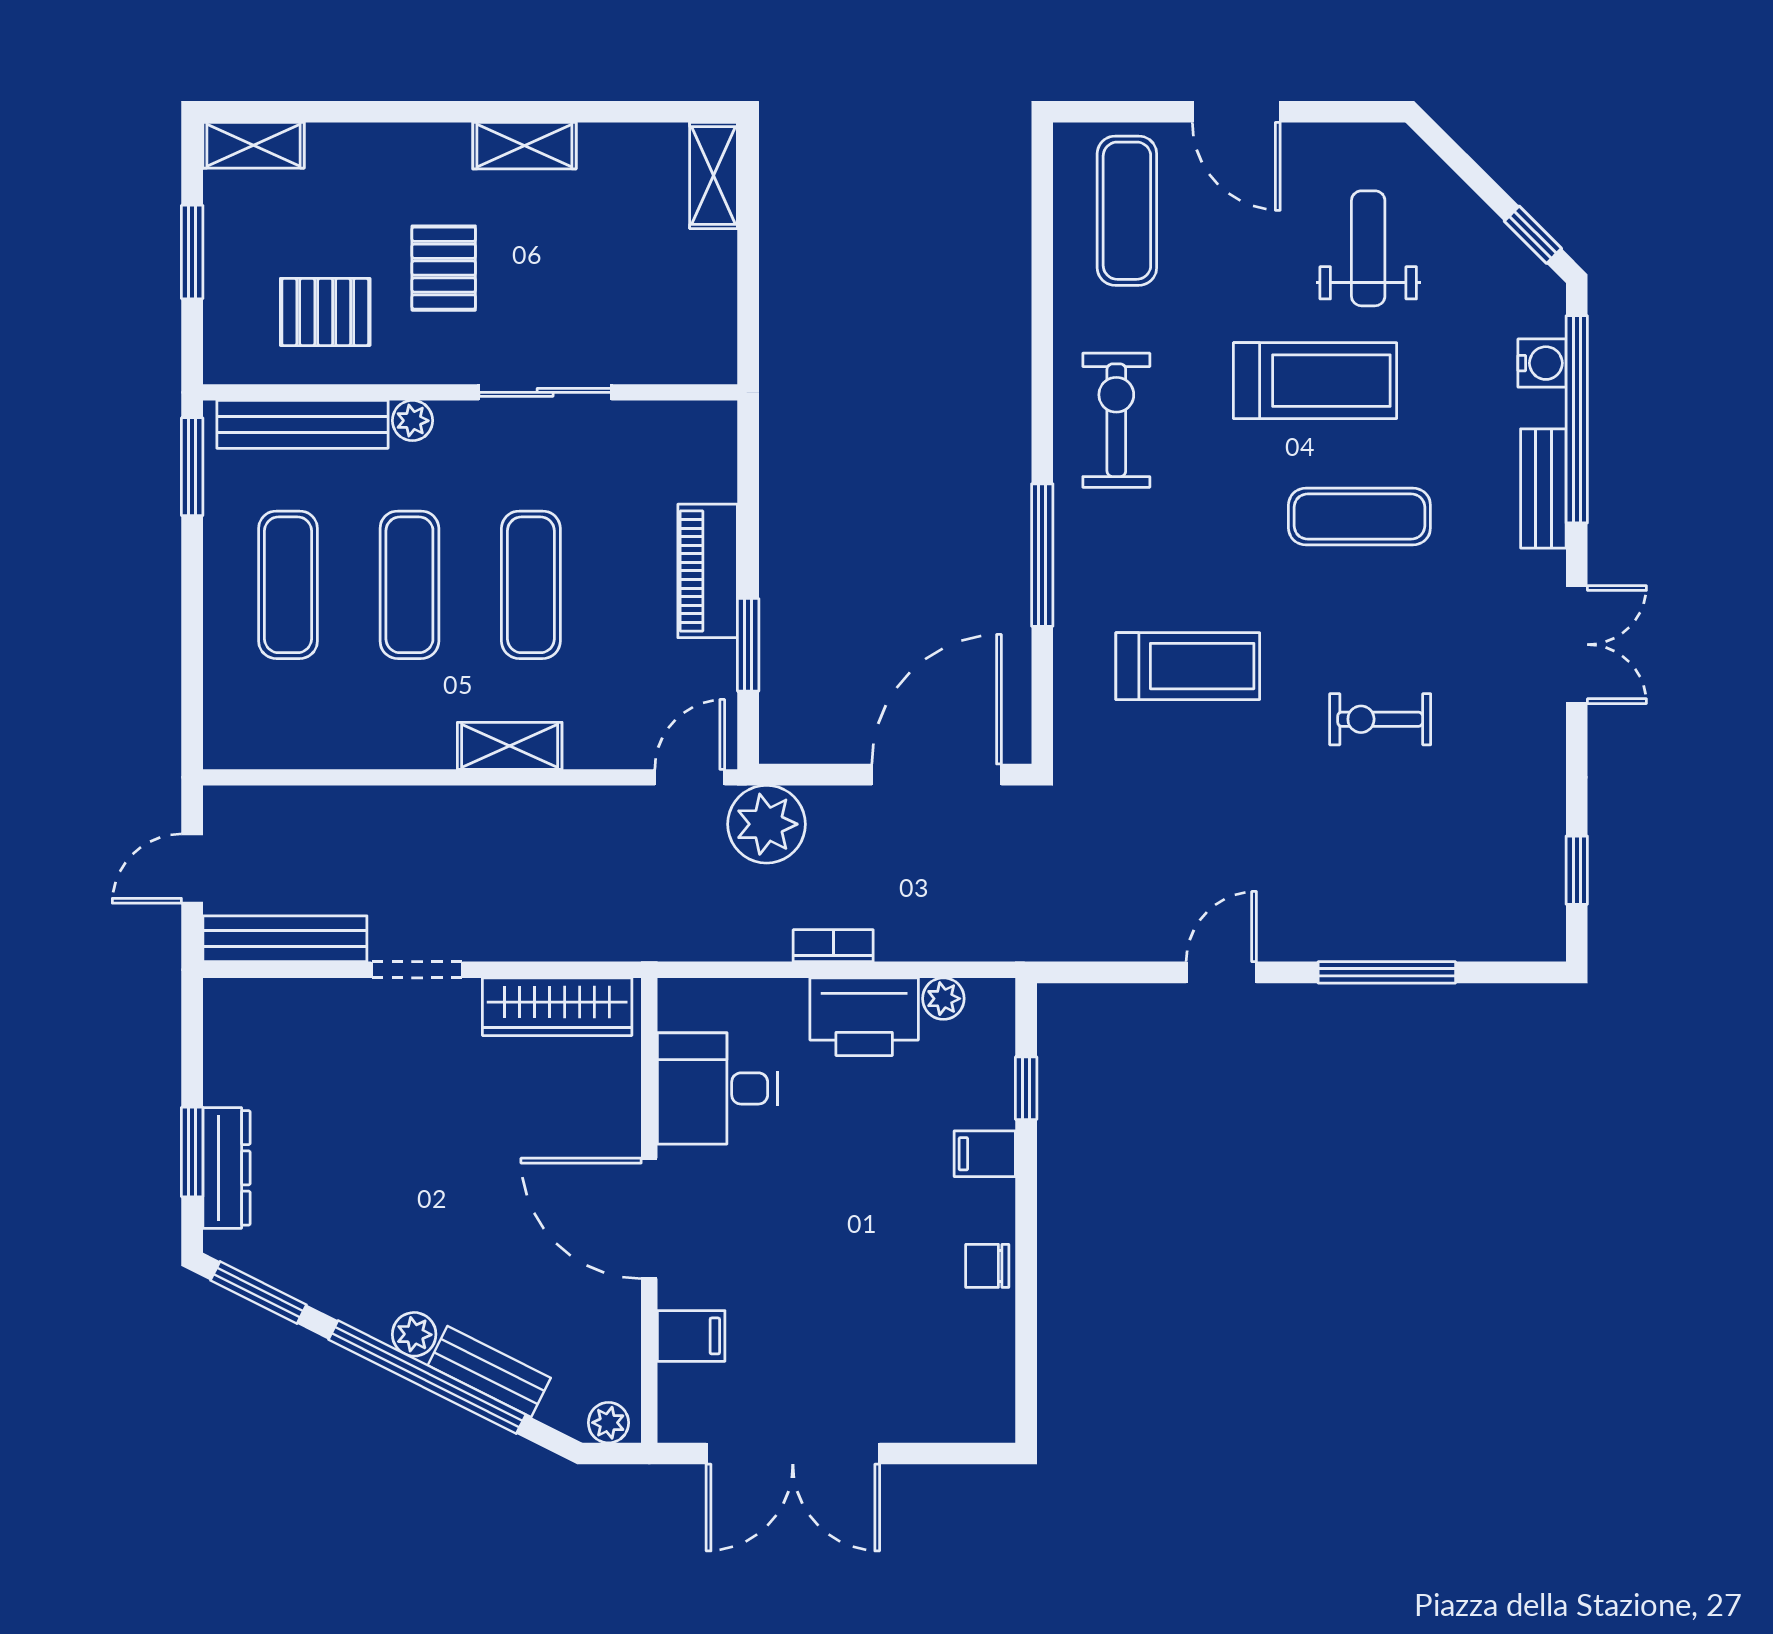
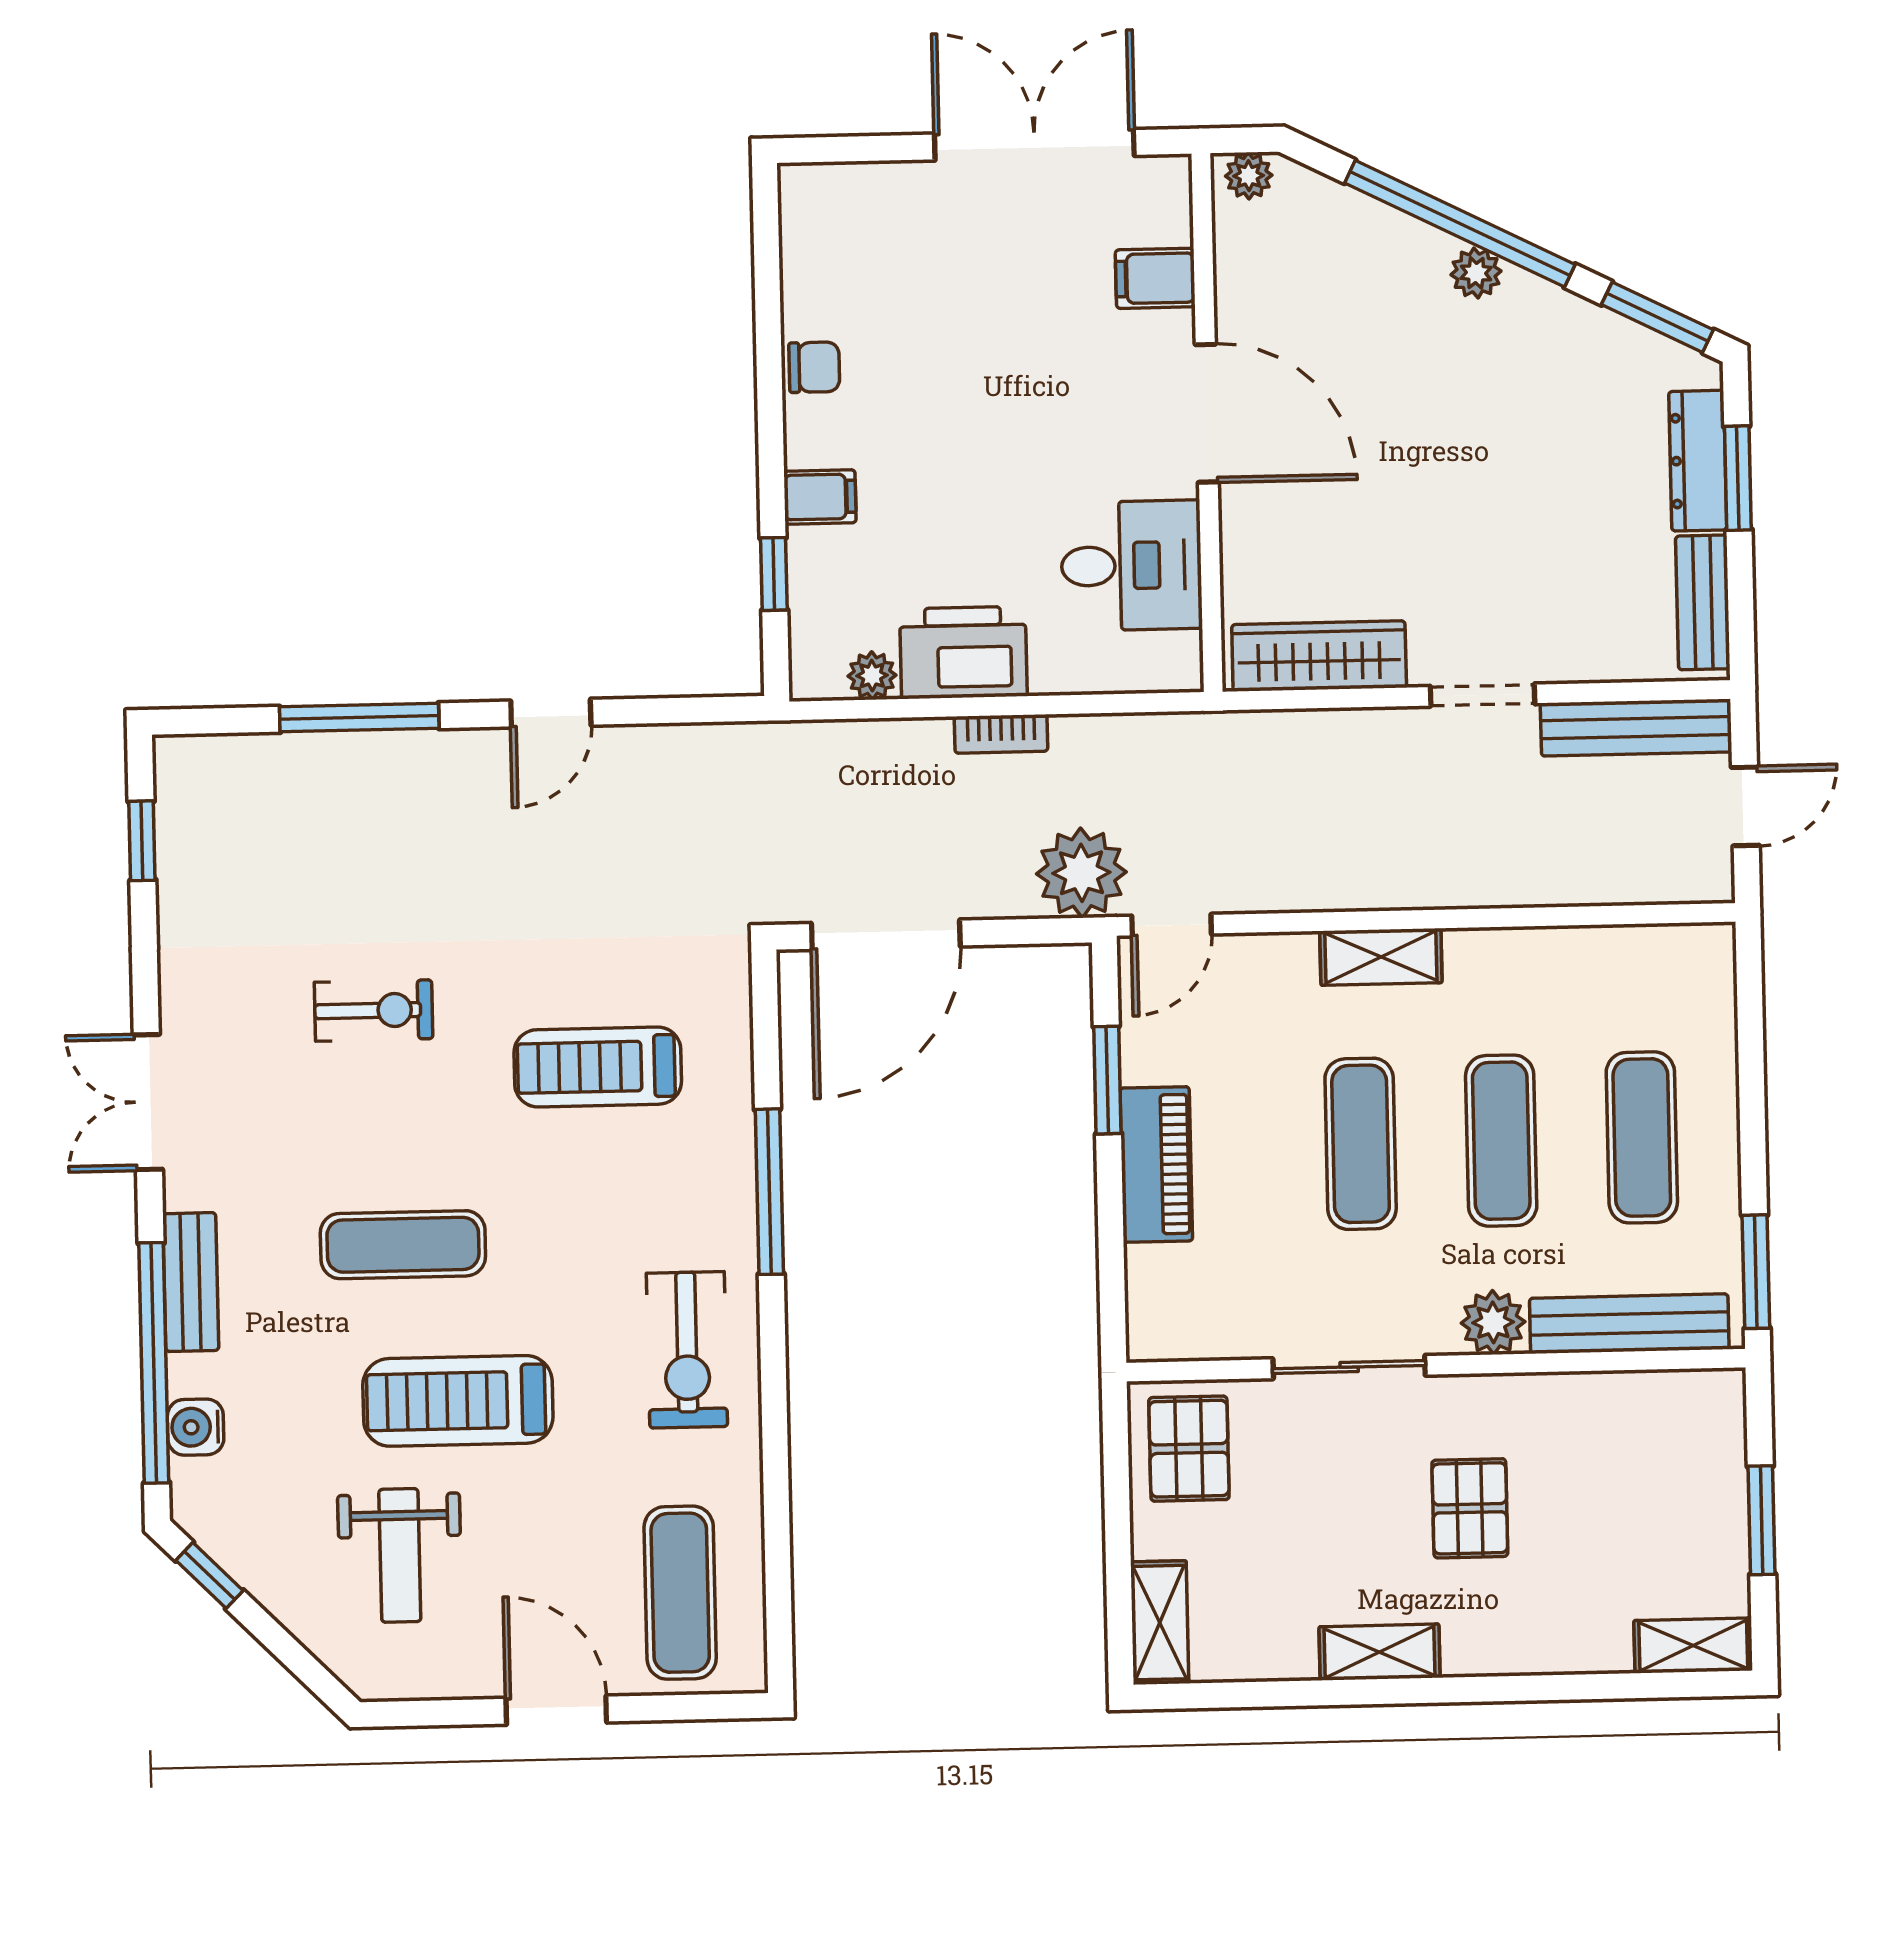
pallet: (325, 312) -> (1189, 1449), moved, turned 90
plant: (412, 421) -> (1493, 1322), width x1.38, depth x1.38
bench: (489, 1372) -> (1703, 602), moved, turned 63

